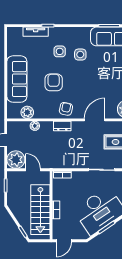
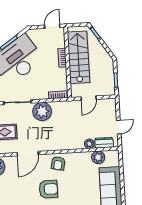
armchair: (54, 82) -> (48, 189), moved, turned -90
dresser: (62, 126) -> (104, 143), moved
plant: (16, 160) -> (42, 111), moved
door: (33, 170) -> (89, 98), hinge flipped

